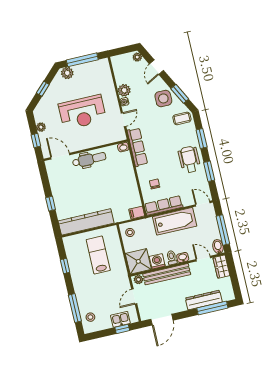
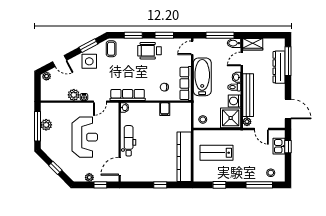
plant: (67, 73) -> (46, 125), moved
door: (123, 120) -> (100, 102), swing flipped
filing cabinet: (137, 213) -> (165, 109), moved

